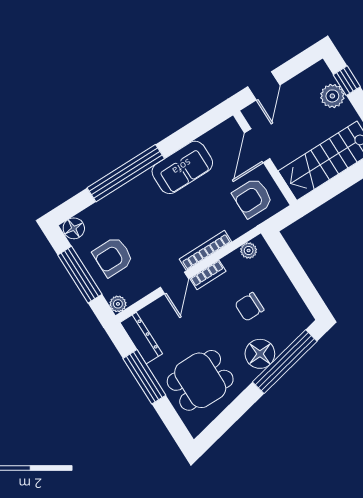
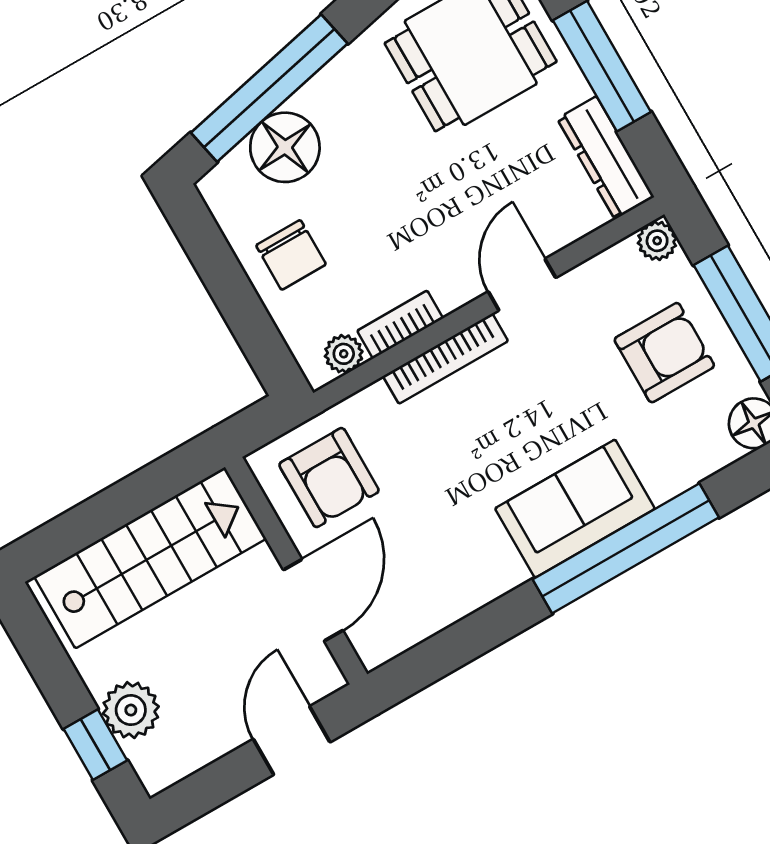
sofa: (182, 167) -> (575, 509), moved
armchair: (253, 198) -> (329, 478), turned 90
bookcase: (208, 275) -> (400, 325), moved
chair: (249, 307) -> (291, 255), moved, turned 90
floor lamp: (260, 354) -> (285, 147), moved

